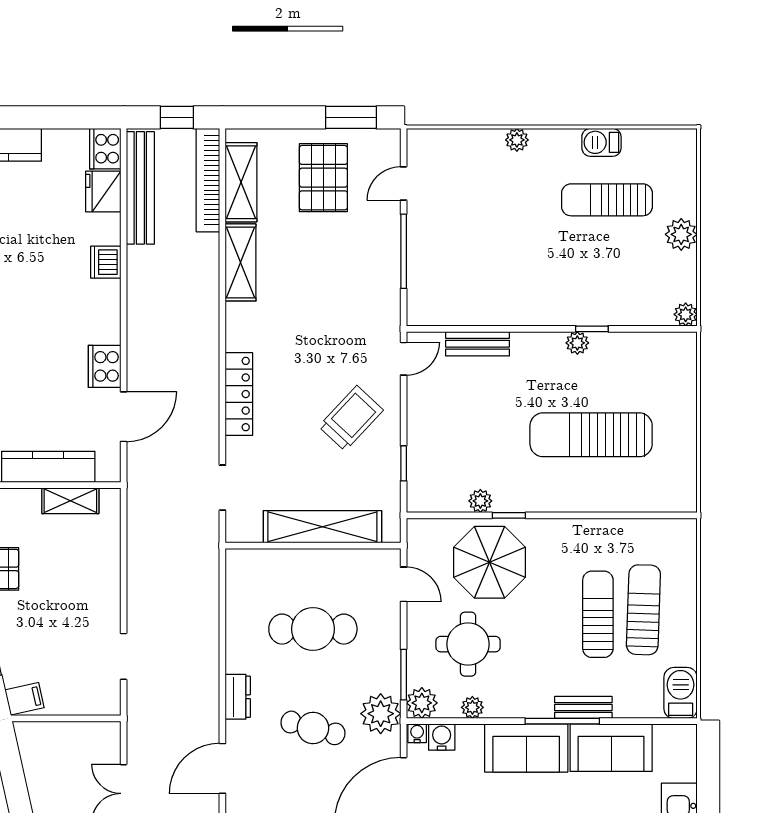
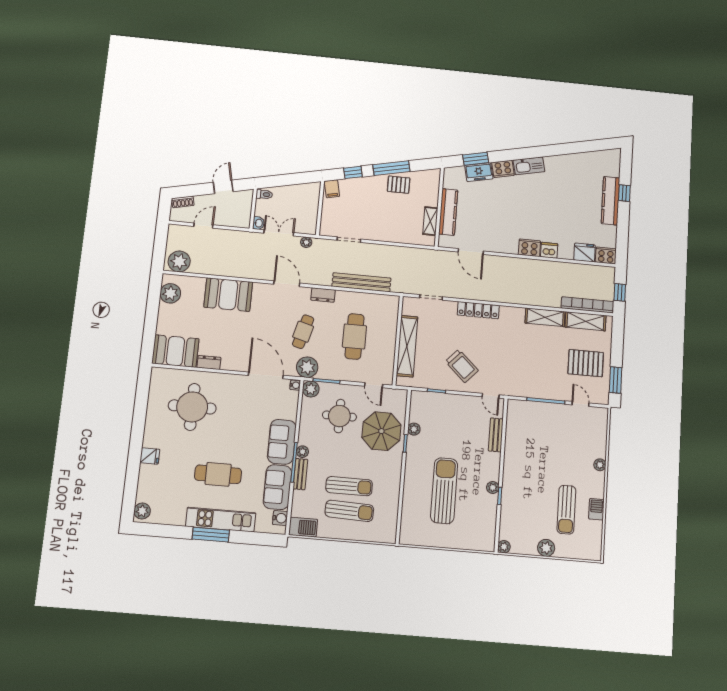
bench: (140, 188) -> (361, 282), moved
sun lounger: (607, 200) -> (566, 510), turned 180
cooker: (105, 366) -> (529, 248), moved
door: (404, 584) -> (374, 385), hinge flipped
plant: (472, 707) -> (302, 452), moved
water cooler: (442, 737) -> (280, 518), moved
plant: (137, 739) -> (306, 242), added

